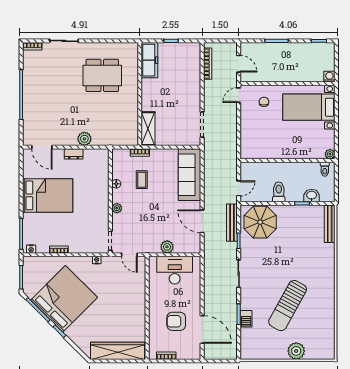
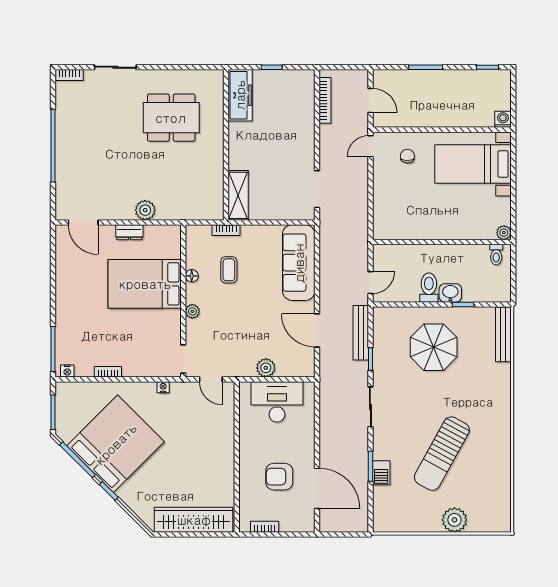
bed: (48, 195) -> (145, 284), moved, turned 180
washbasin: (312, 196) -> (450, 293), moved
parasol: (260, 222) -> (434, 347), moved

